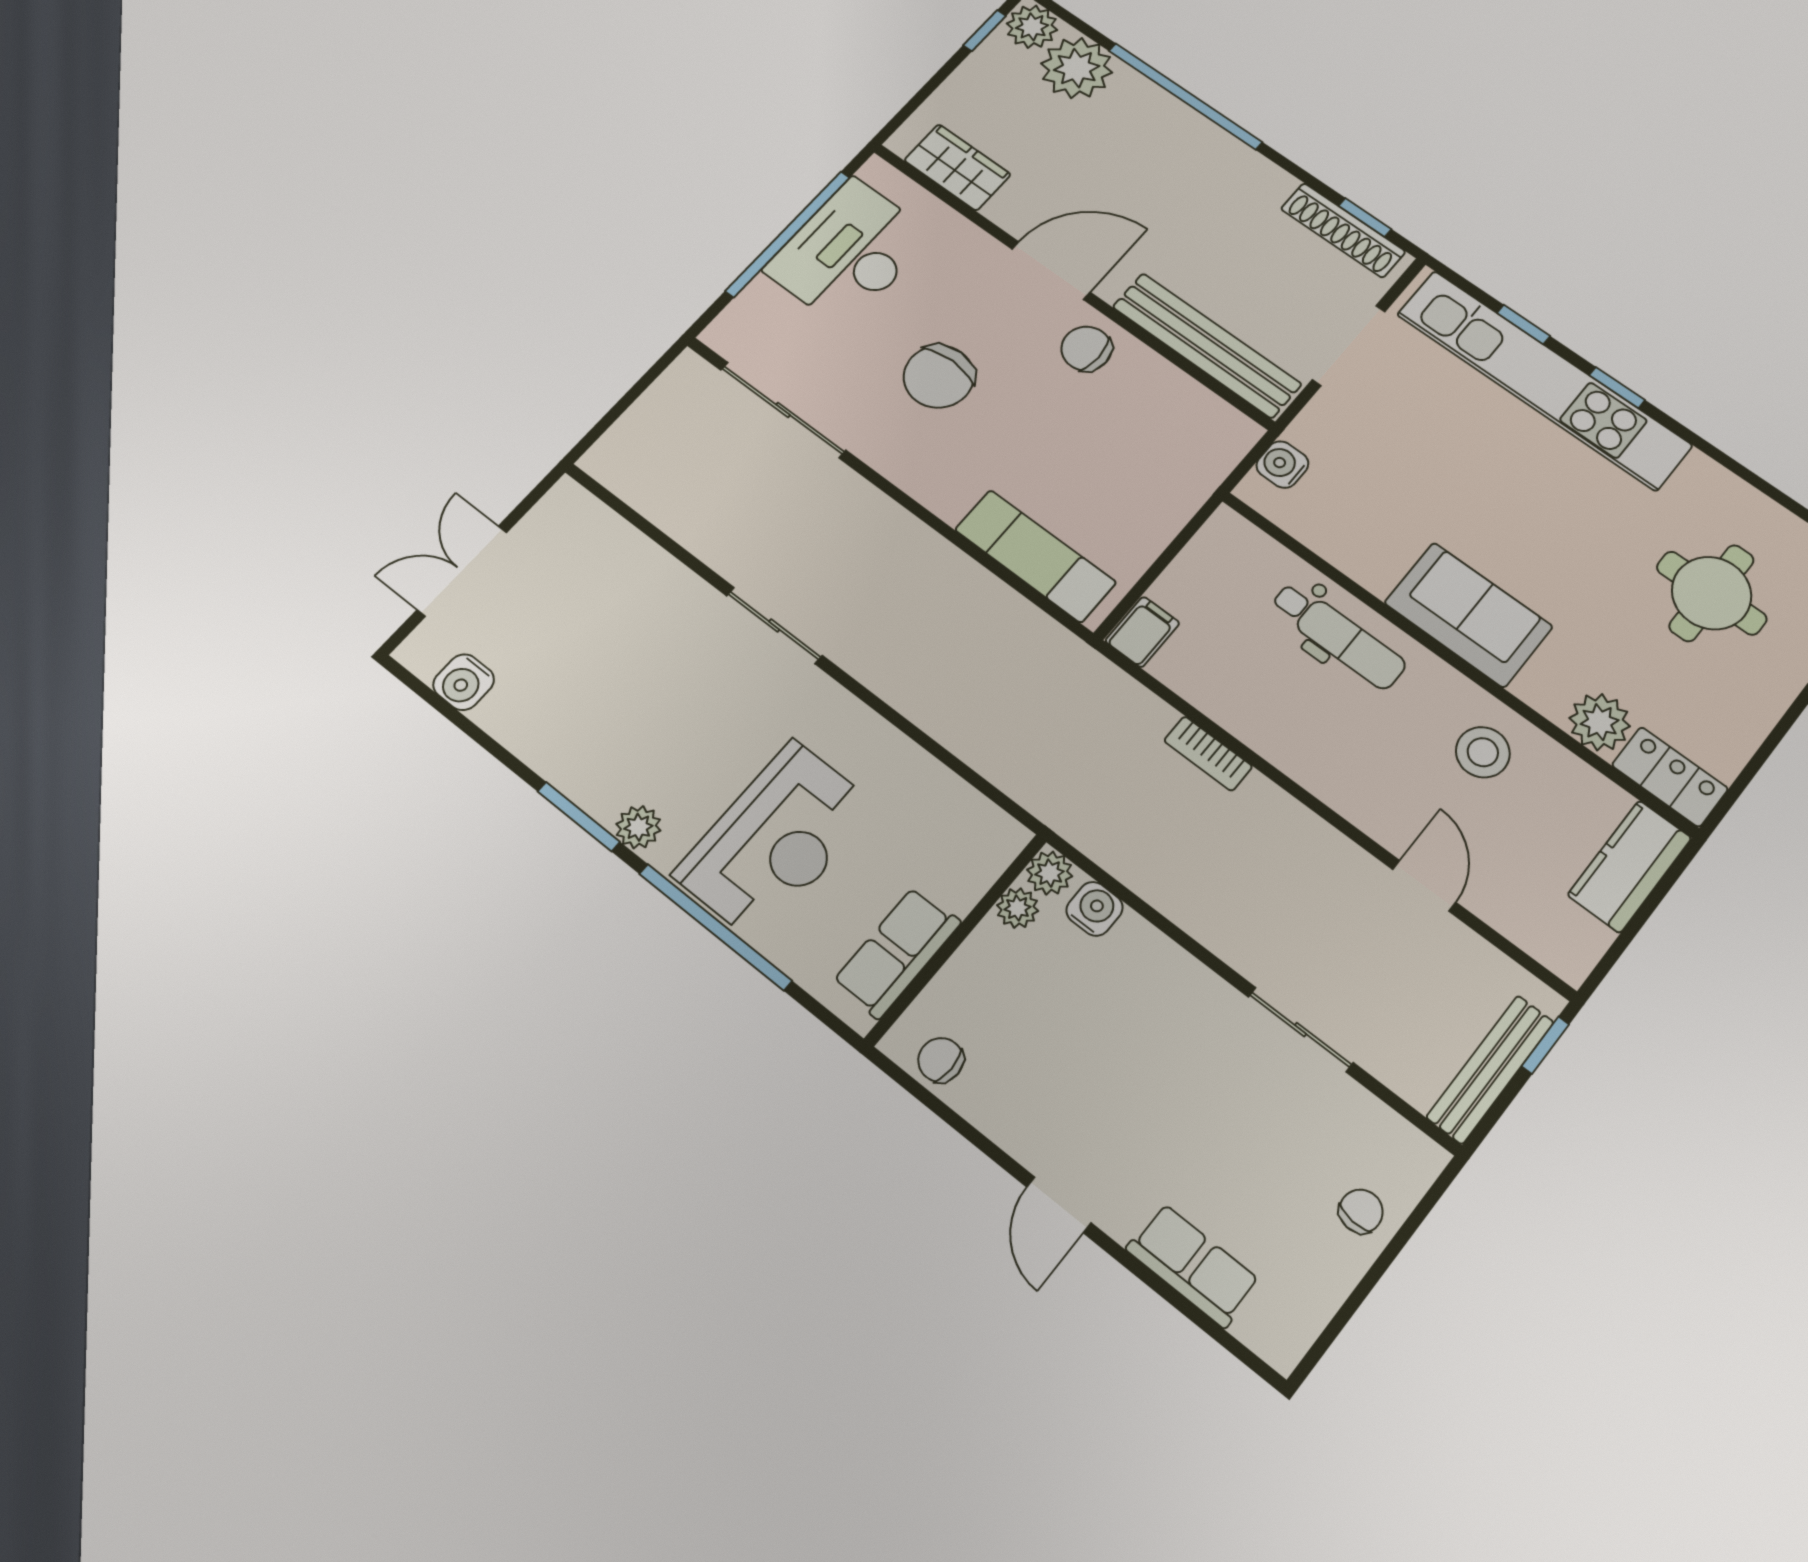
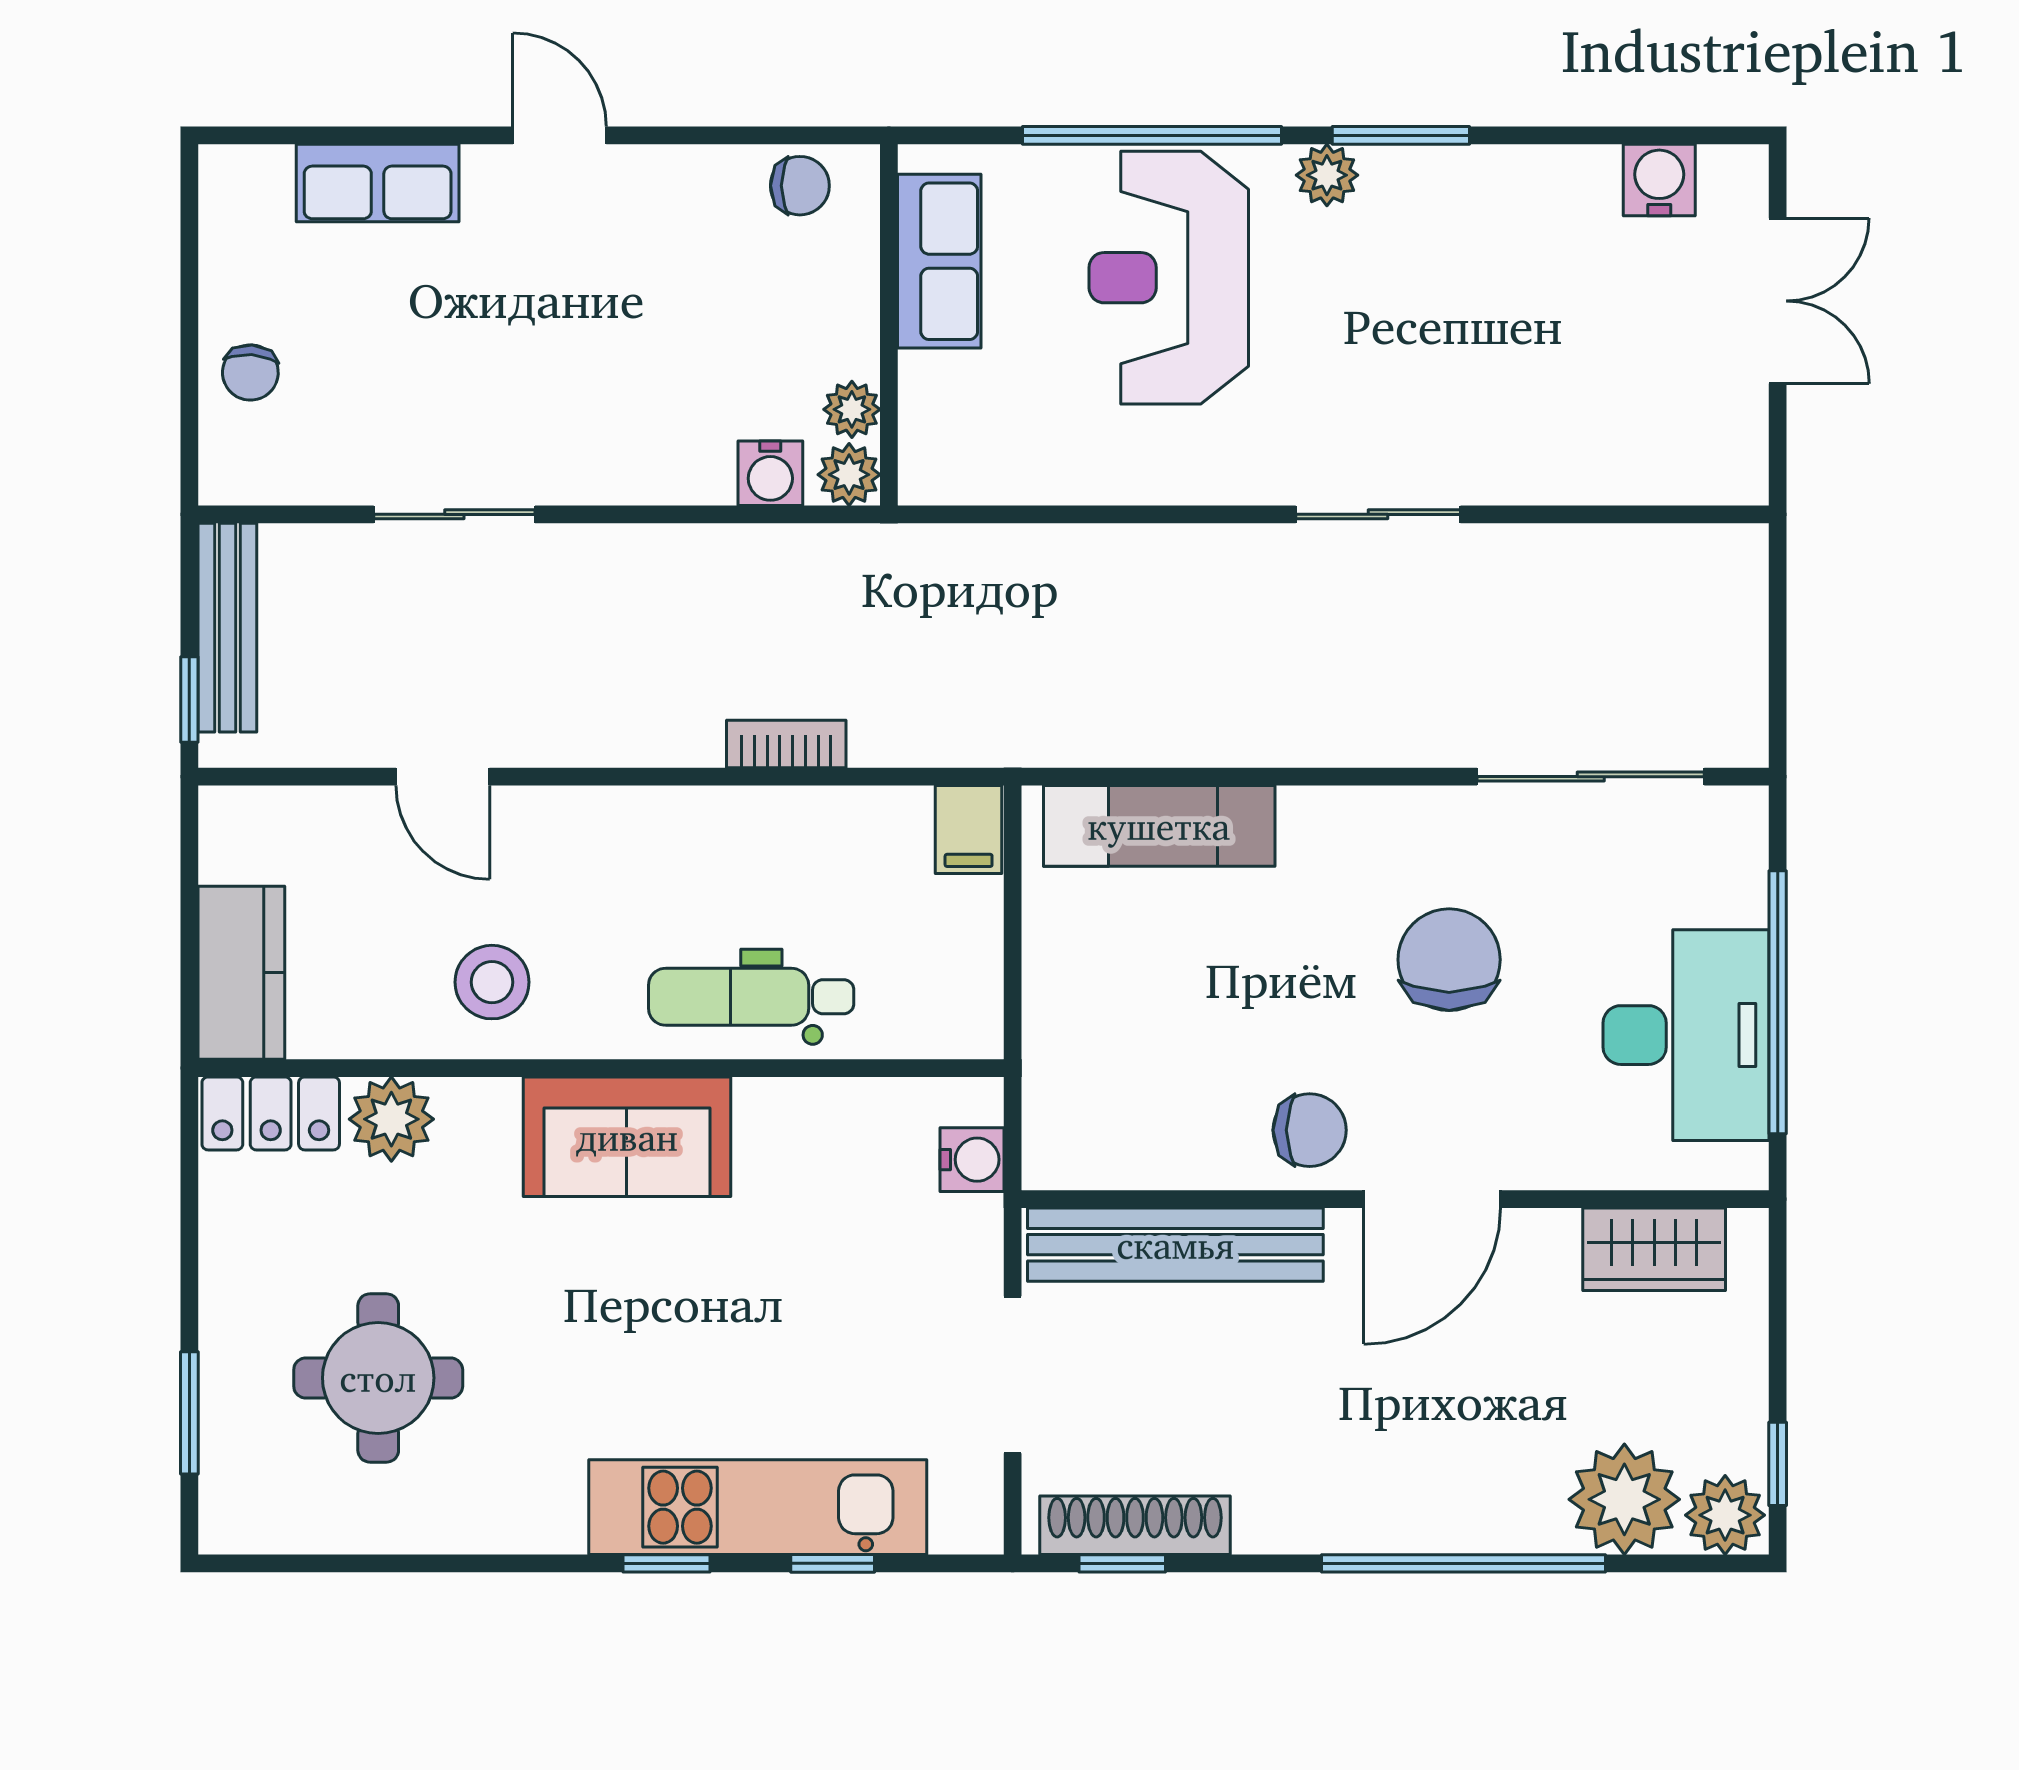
kitchen unit: (1543, 380) -> (758, 1507), width x0.73

